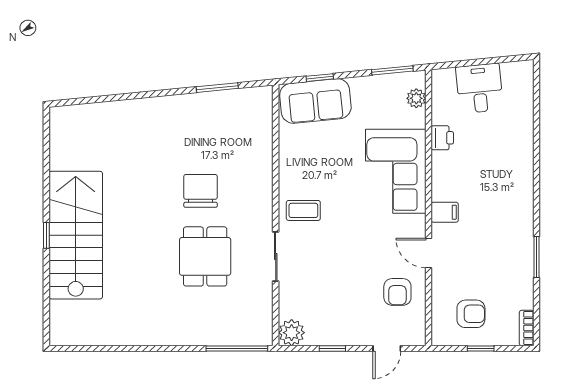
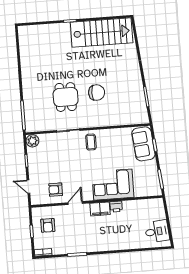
desk: (479, 88) -> (157, 231), moved
plant: (416, 98) -> (148, 192), removed
printer: (442, 138) -> (116, 207), moved
filing cabinet: (445, 212) -> (100, 209), width x2.00
stairs: (76, 235) -> (102, 32), moved
dining table: (205, 256) -> (66, 97), turned 90

